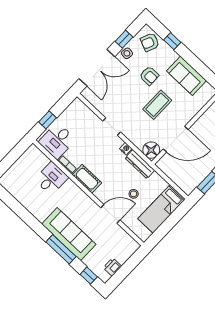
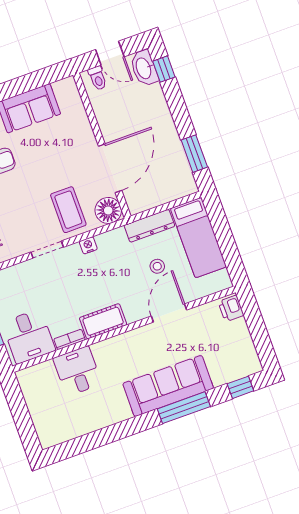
coffee table: (157, 105) -> (68, 210), moved
dresser: (140, 164) -> (149, 226), moved
printer: (112, 267) -> (231, 308), moved

